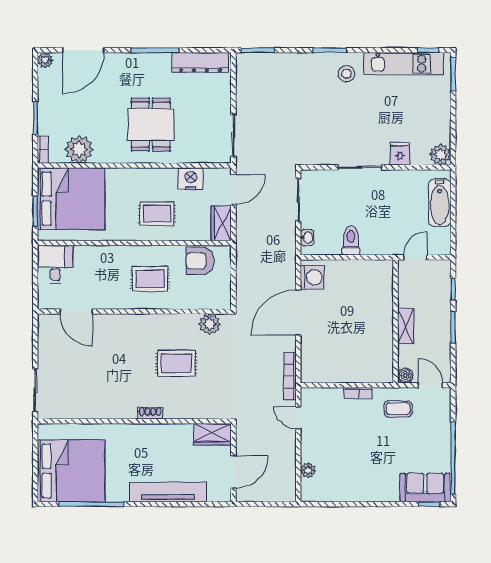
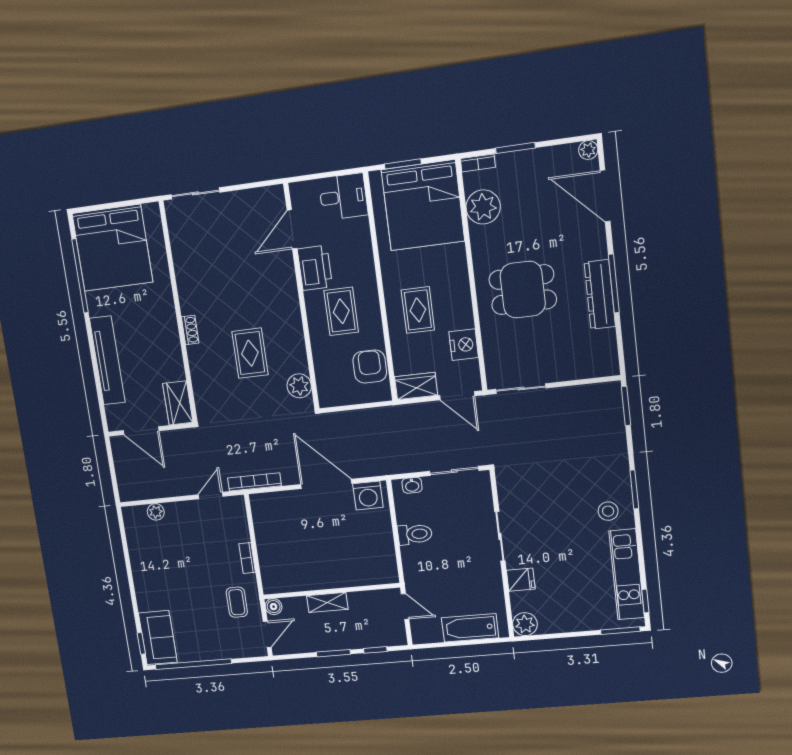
dresser: (200, 62) -> (600, 295), moved
printer: (111, 296) -> (315, 268), added

